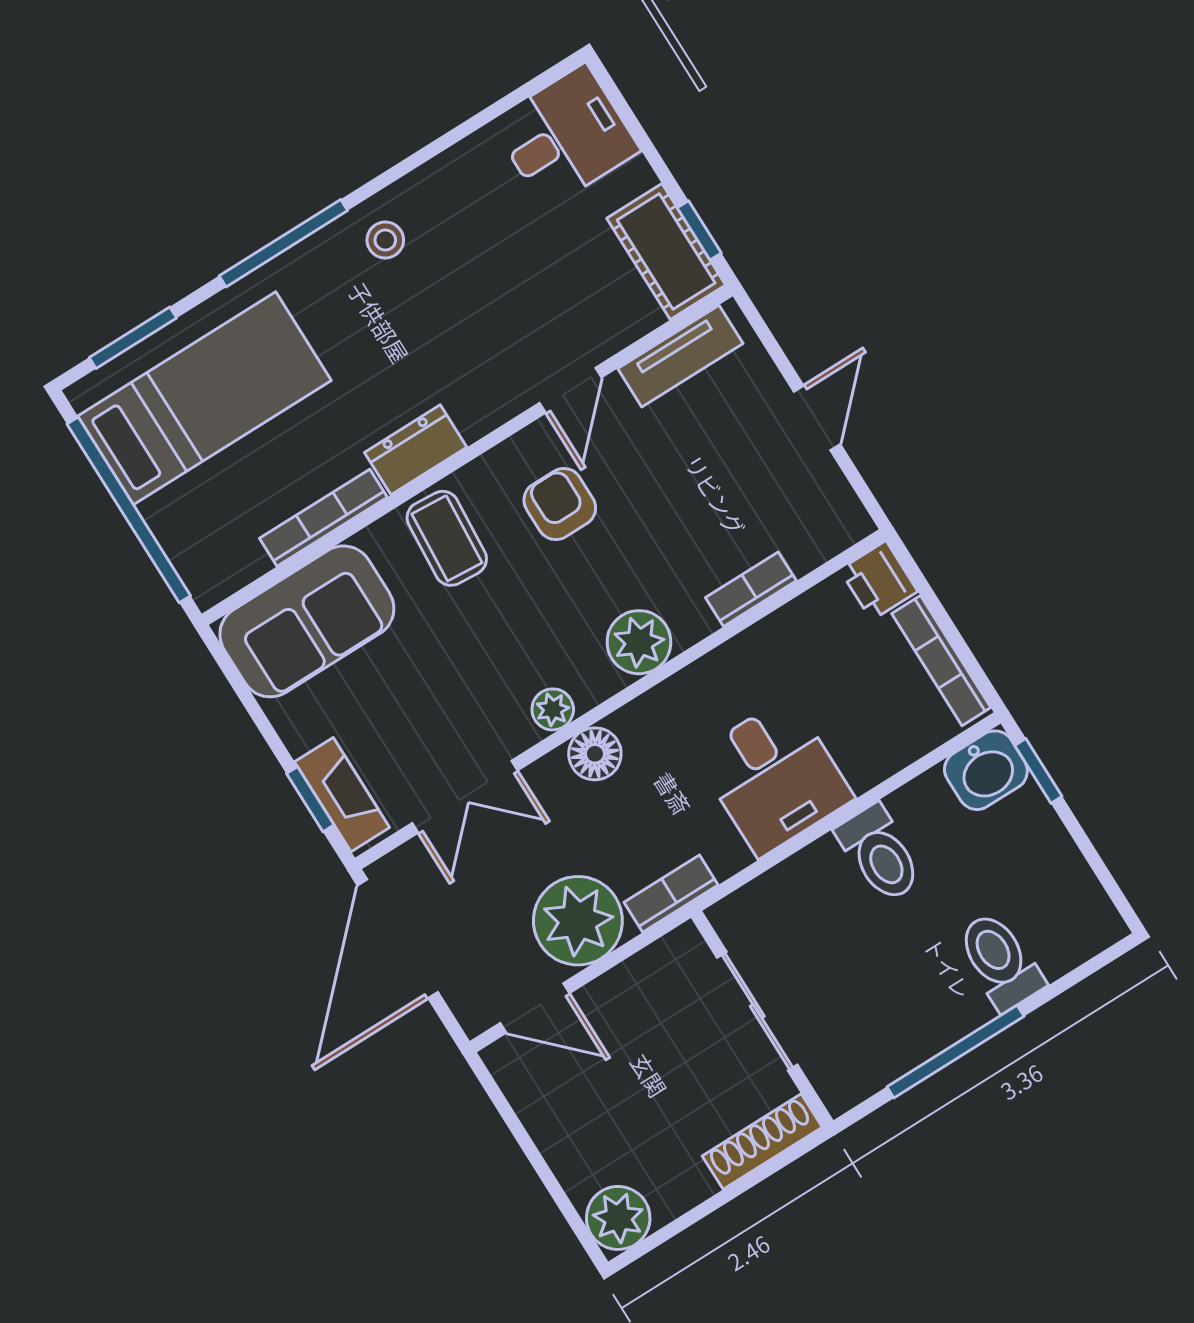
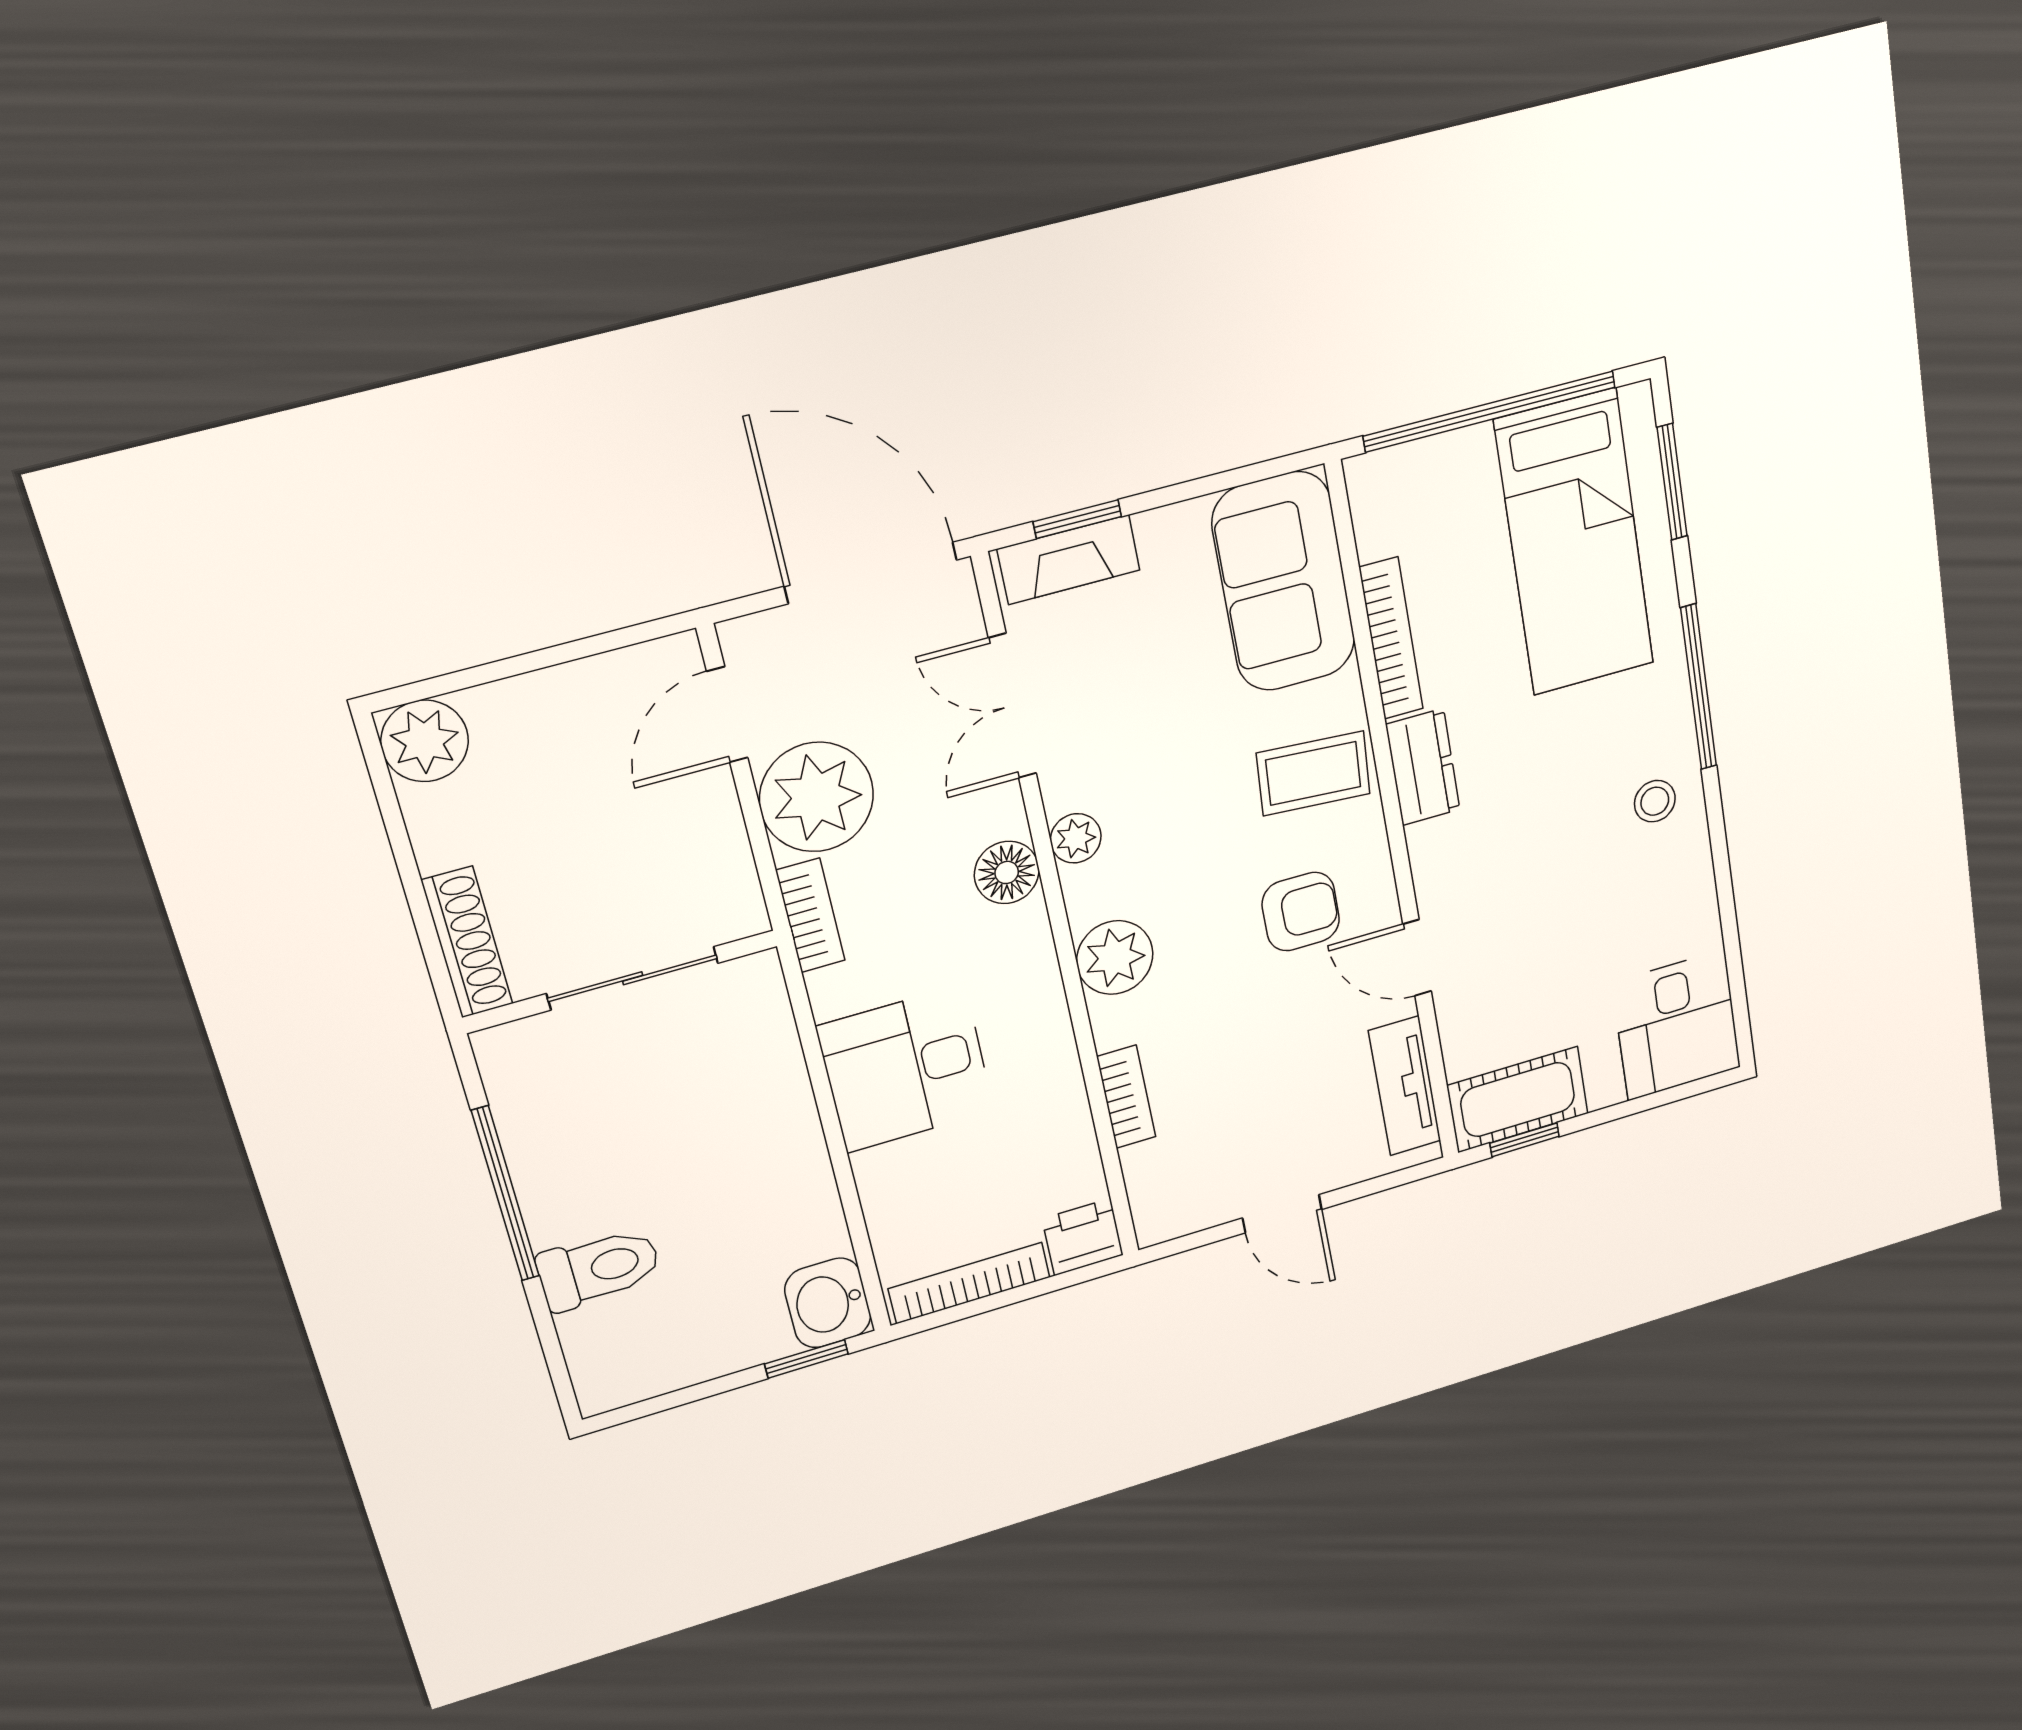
toilet: (880, 854) -> (774, 1164), removed

